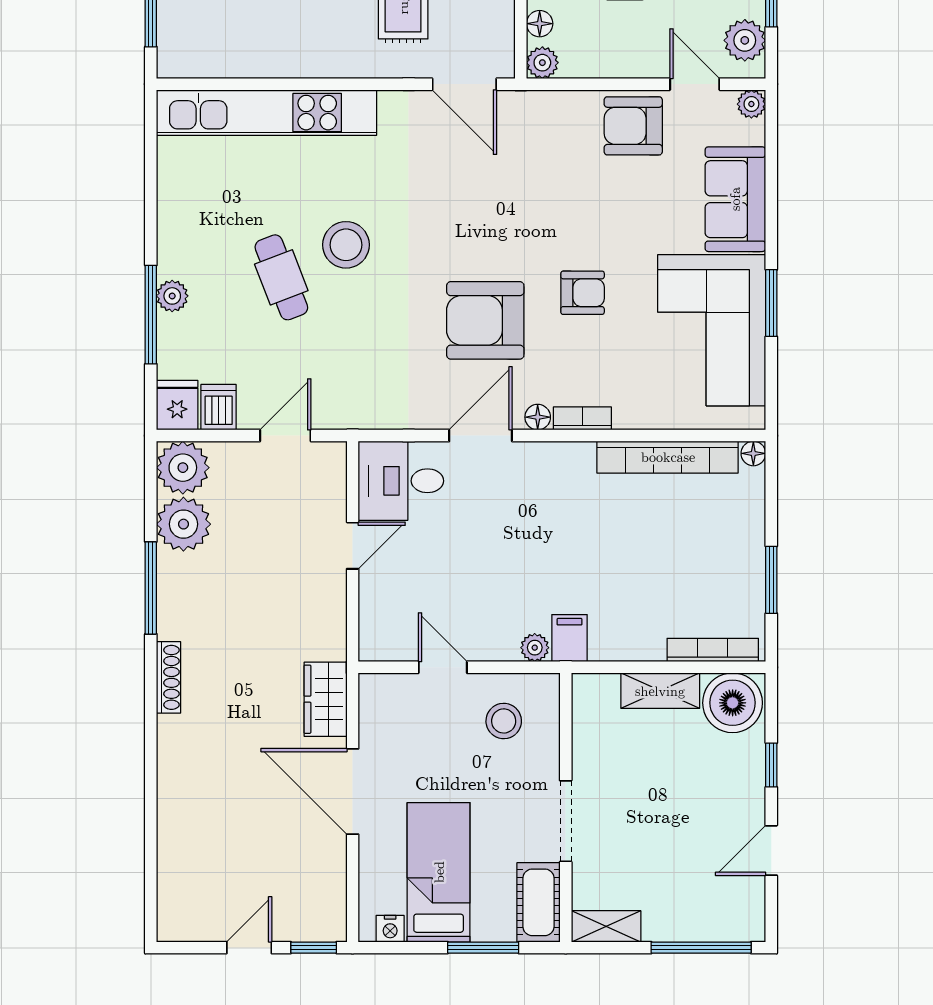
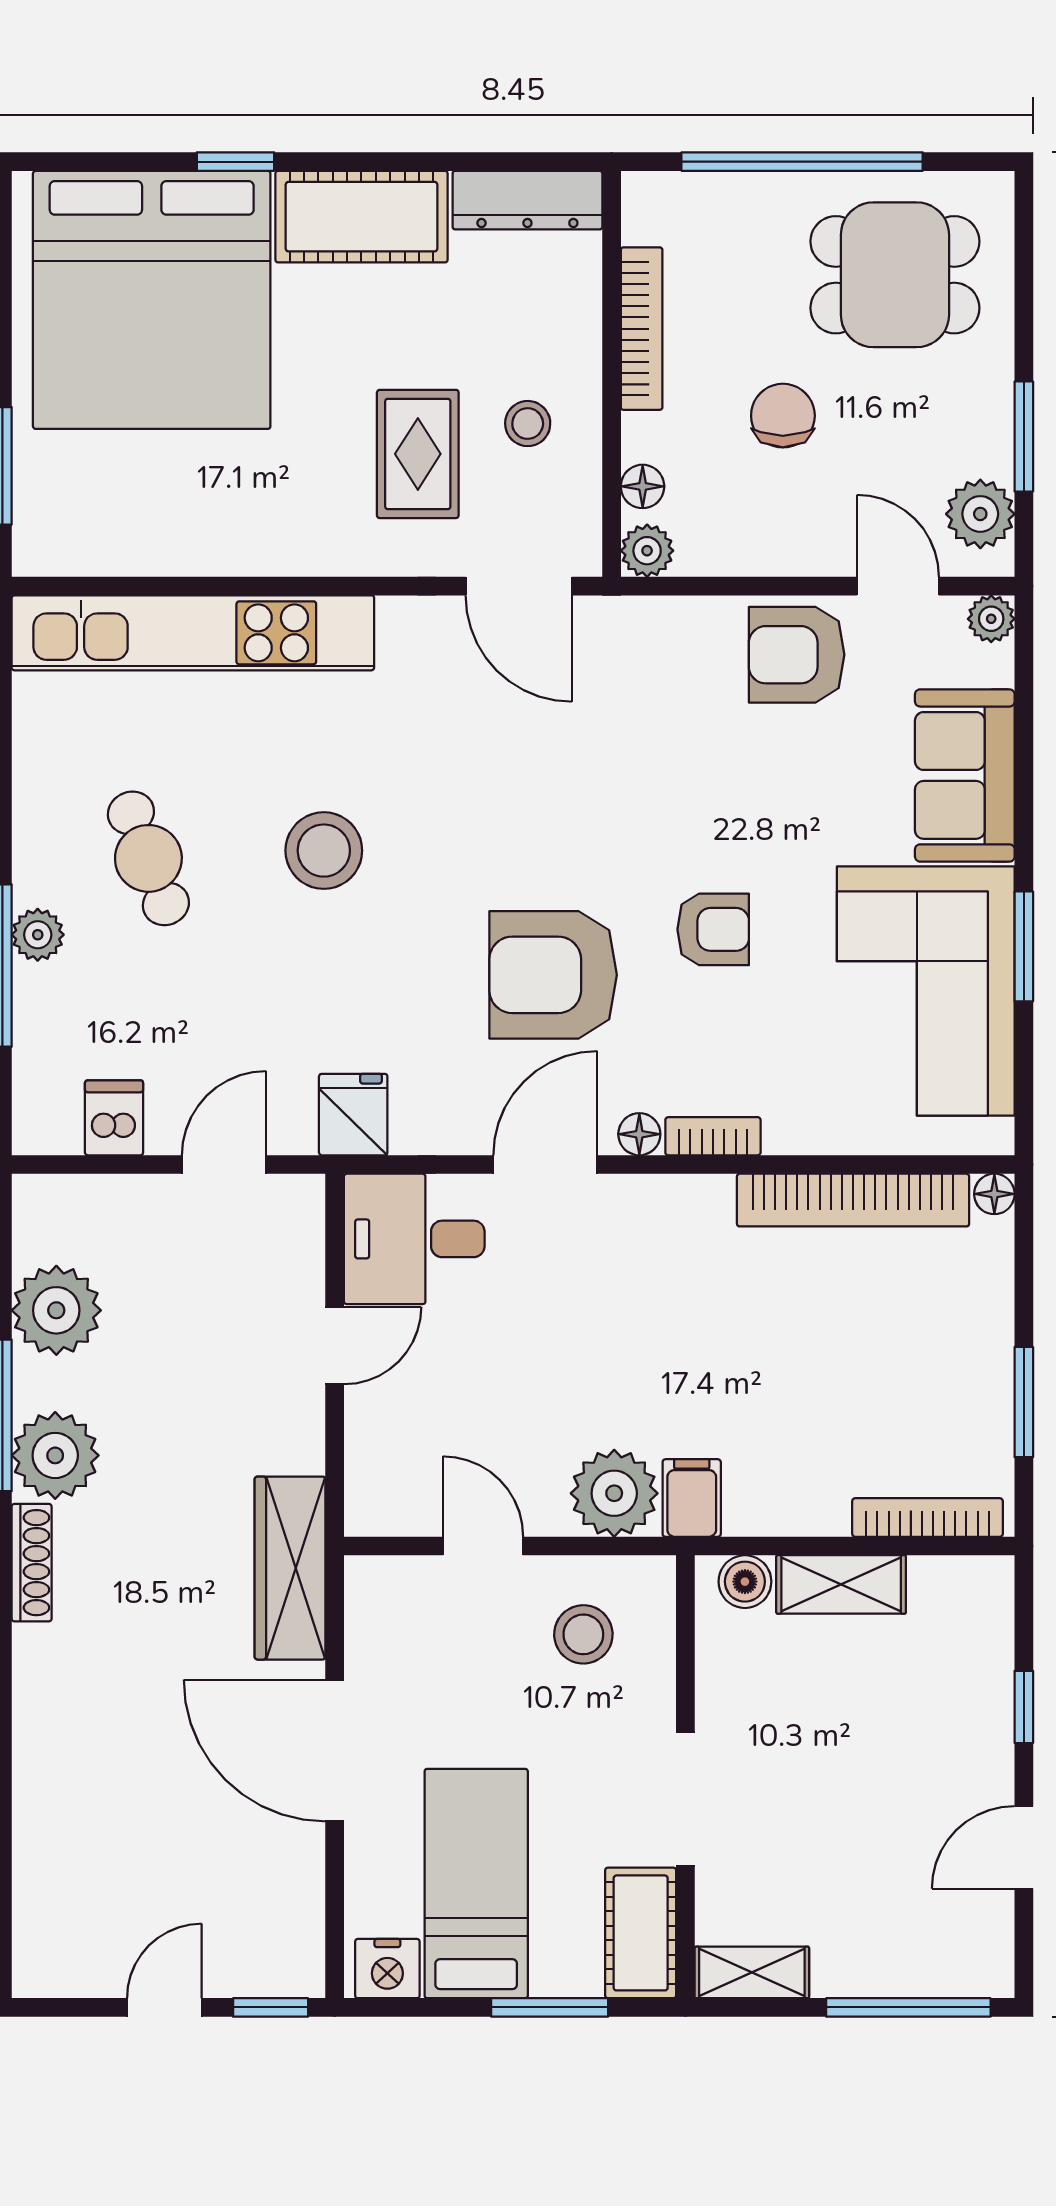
cafe table: (281, 277) -> (148, 858), moved
fridge: (177, 405) -> (353, 1115), moved
plant: (183, 468) -> (55, 1455), moved
plant: (535, 648) -> (614, 1493), width x1.88, depth x1.88
wardrobe: (326, 699) -> (290, 1568), width x1.50
boiler: (733, 703) -> (745, 1582), moved, width x0.54, depth x0.54
nightstand: (390, 929) -> (387, 1969), width x1.39, depth x1.35

